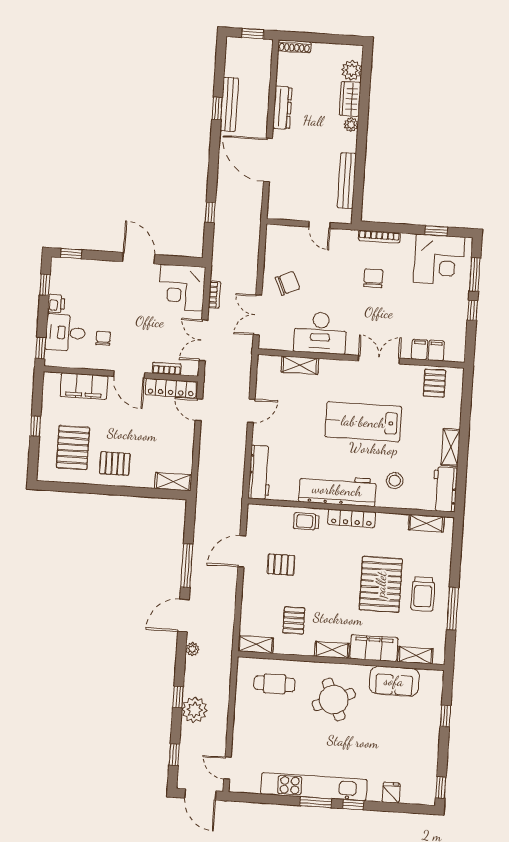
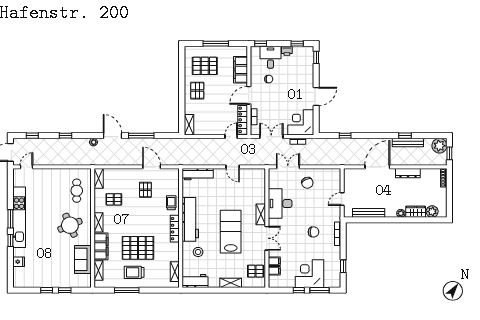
corner desk: (439, 260) -> (310, 274), moved, turned 90
shelving: (300, 365) -> (261, 214), moved
window: (35, 426) -> (216, 44), width x2.17
shelving: (451, 447) -> (231, 283), moved
plant: (194, 710) -> (439, 146), moved
window: (441, 788) -> (47, 290), moved

